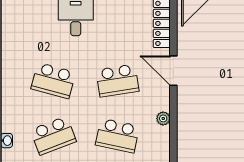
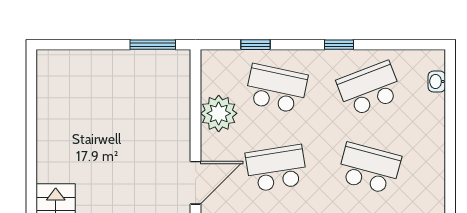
door: (173, 71) -> (196, 183), hinge flipped
plant: (163, 118) -> (219, 113), width x1.87, depth x1.87

